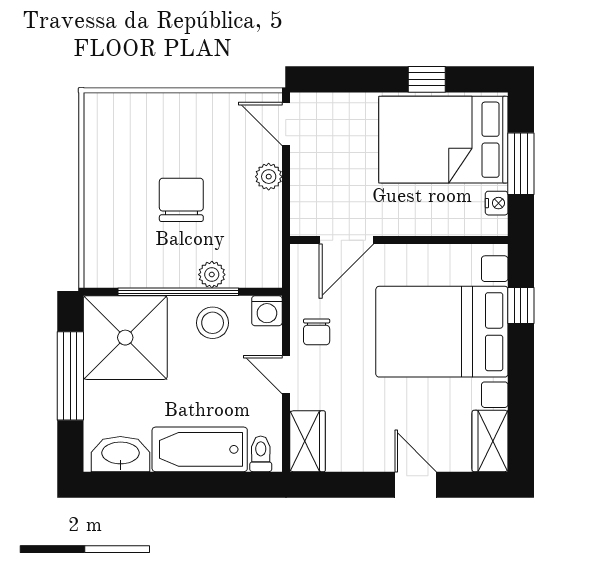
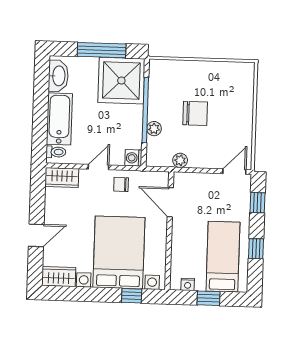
window: (342, 79) -> (257, 203), added
bed: (443, 140) -> (223, 257), width x0.67
window: (521, 164) -> (209, 298), width x0.67
plant: (269, 177) -> (180, 160), moved
stool: (213, 323) -> (128, 128), removed

